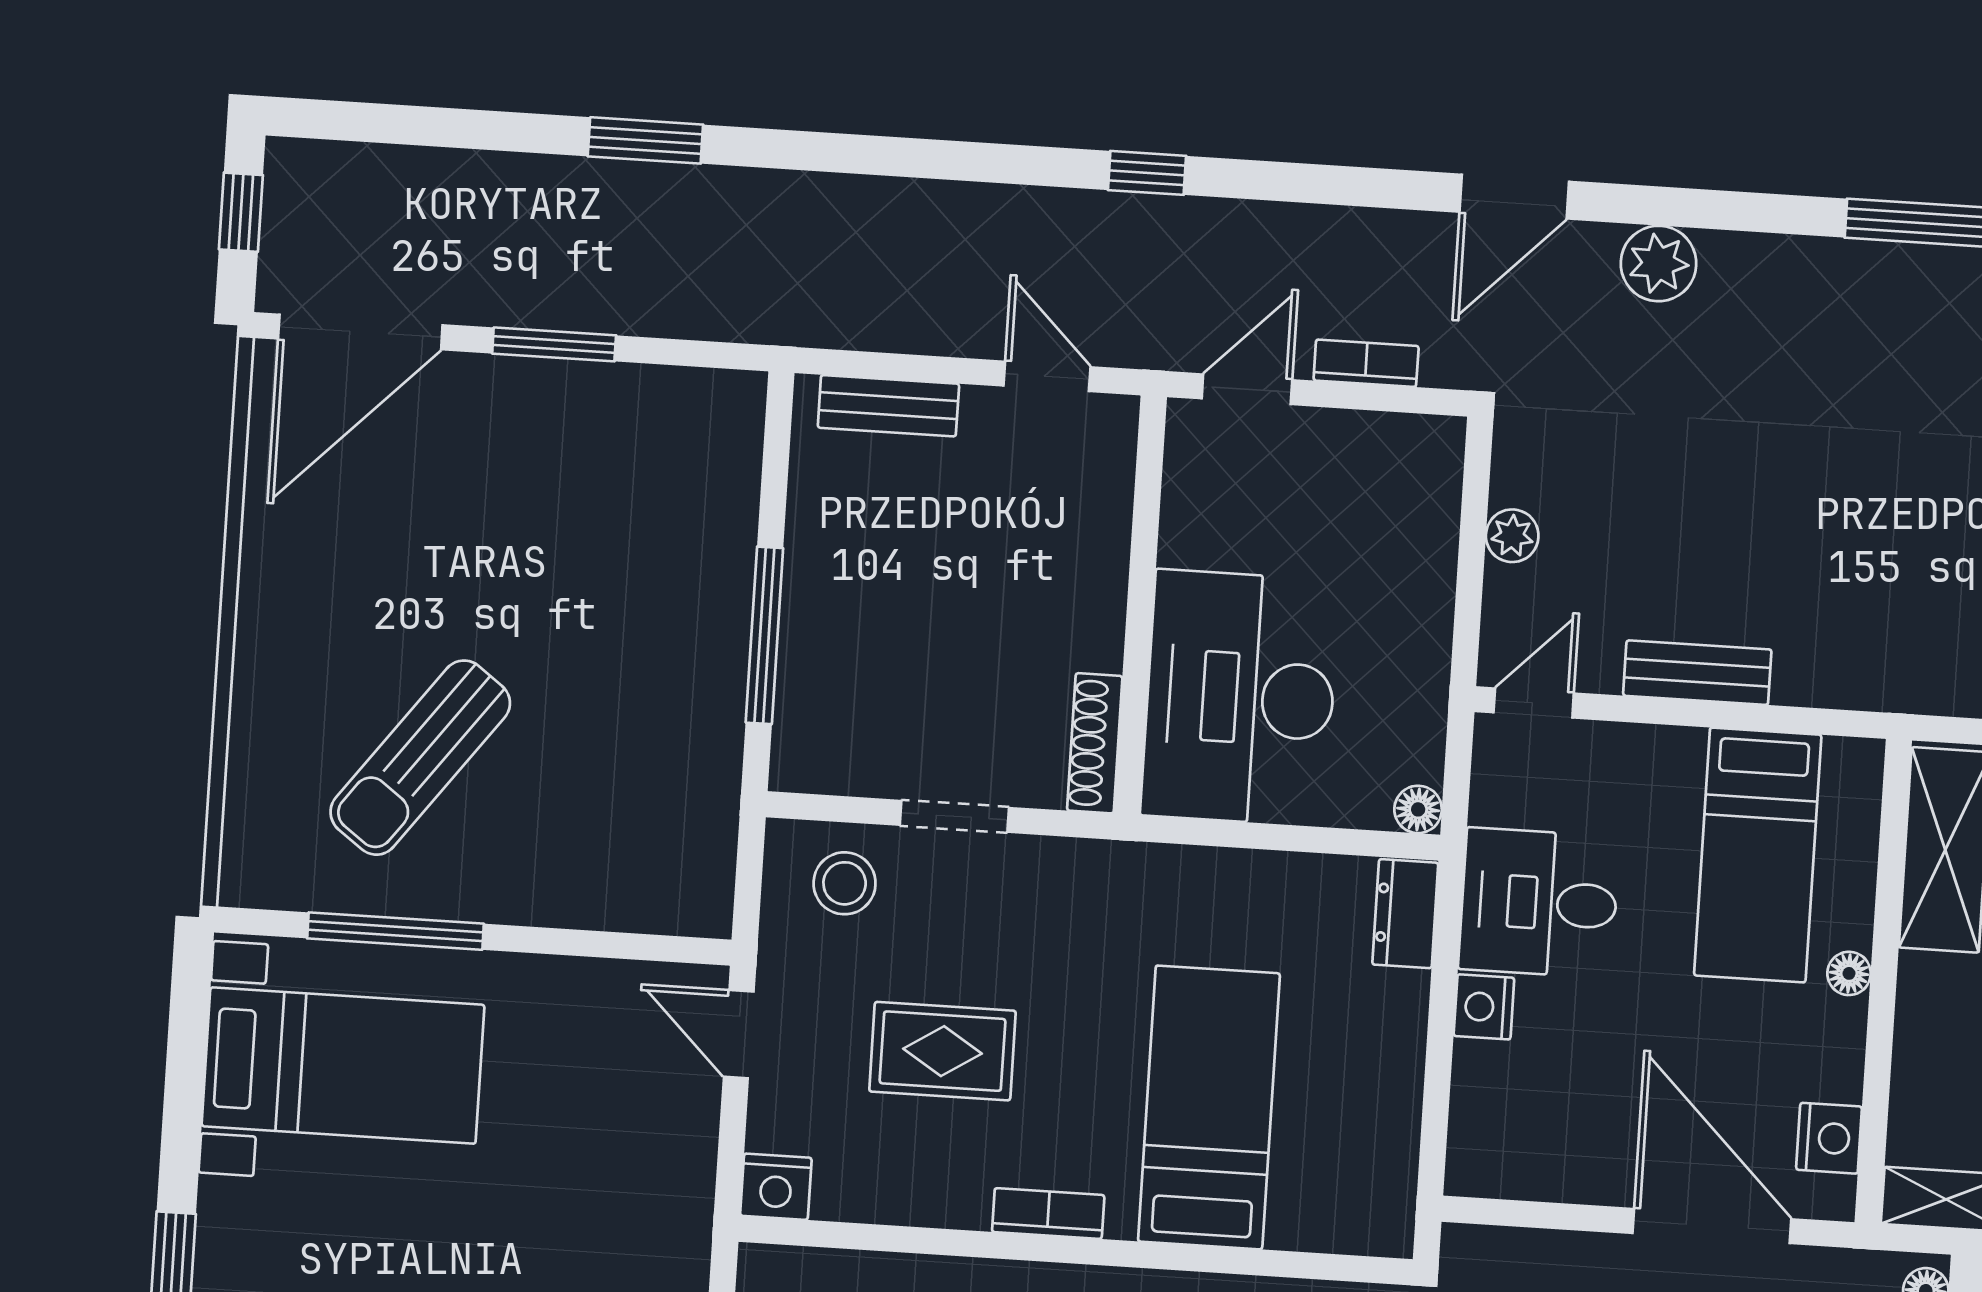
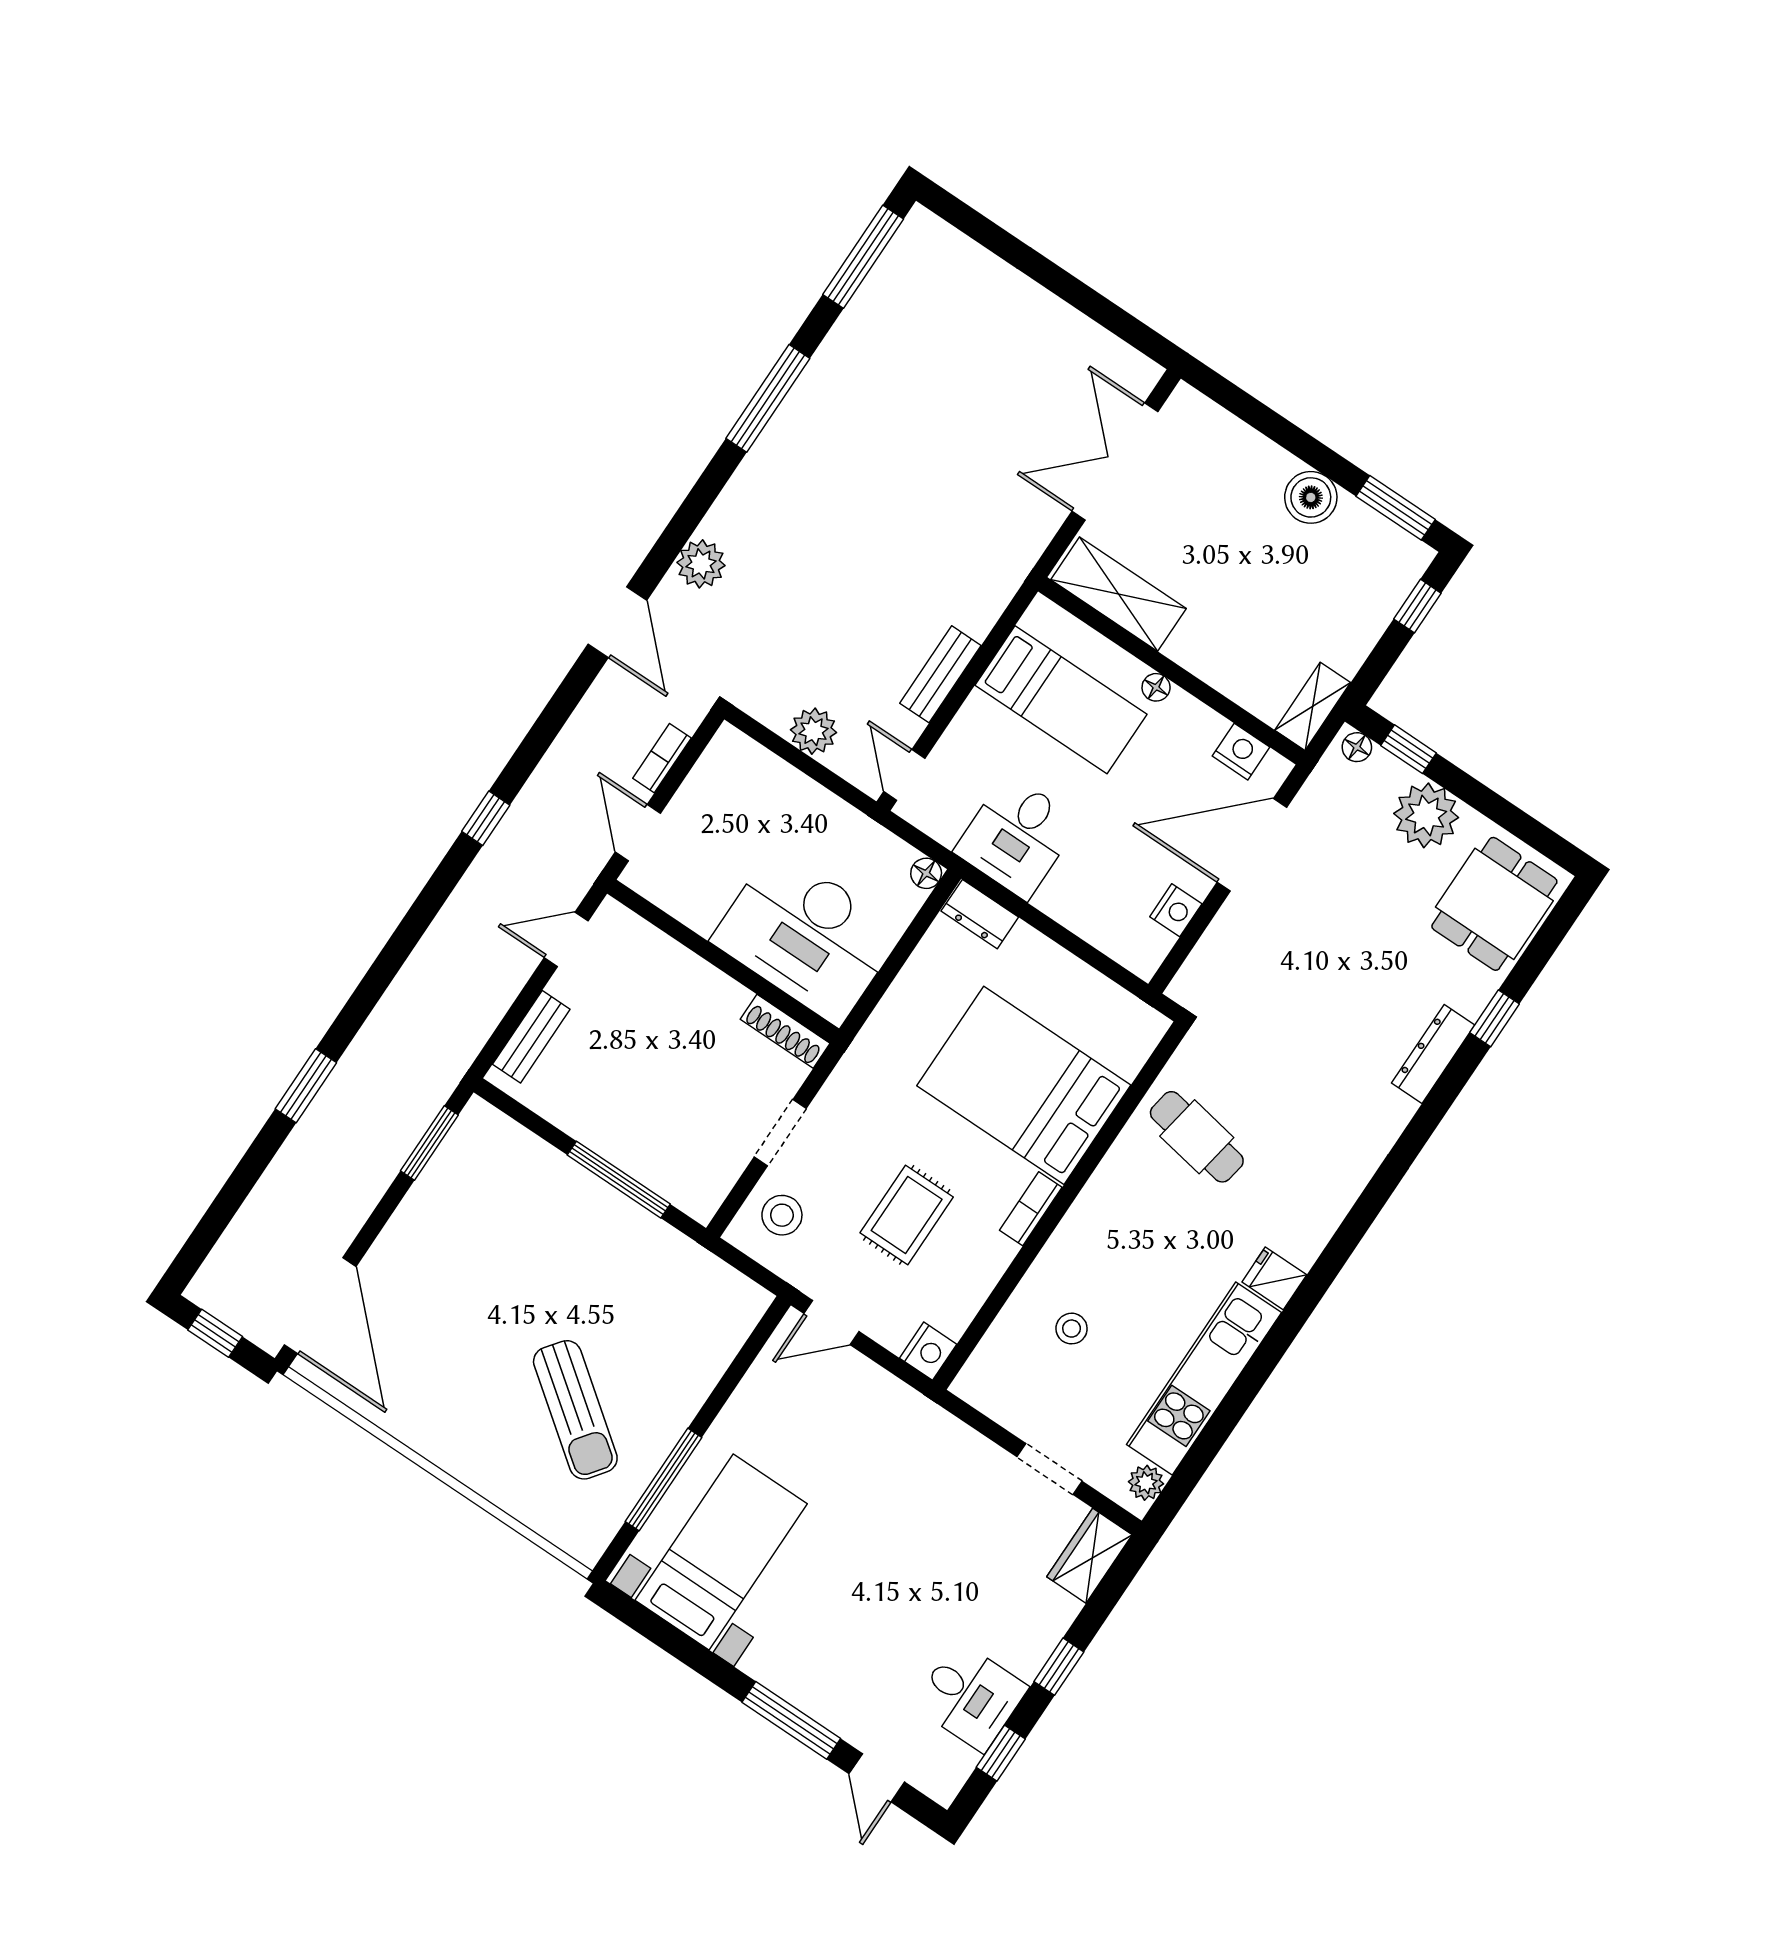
window: (554, 344) -> (429, 1143), moved
plant: (1512, 536) -> (814, 731), width x1.38, depth x1.38
nightstand: (1484, 1007) -> (1176, 910), moved, turned -90
bed: (1209, 1107) -> (1024, 1085), width x1.50

